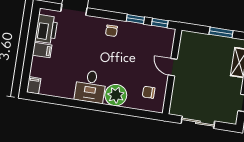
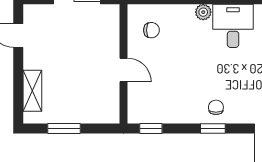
window: (135, 19) -> (213, 128), moved
plant: (116, 95) -> (203, 12), width x0.53, depth x0.53

